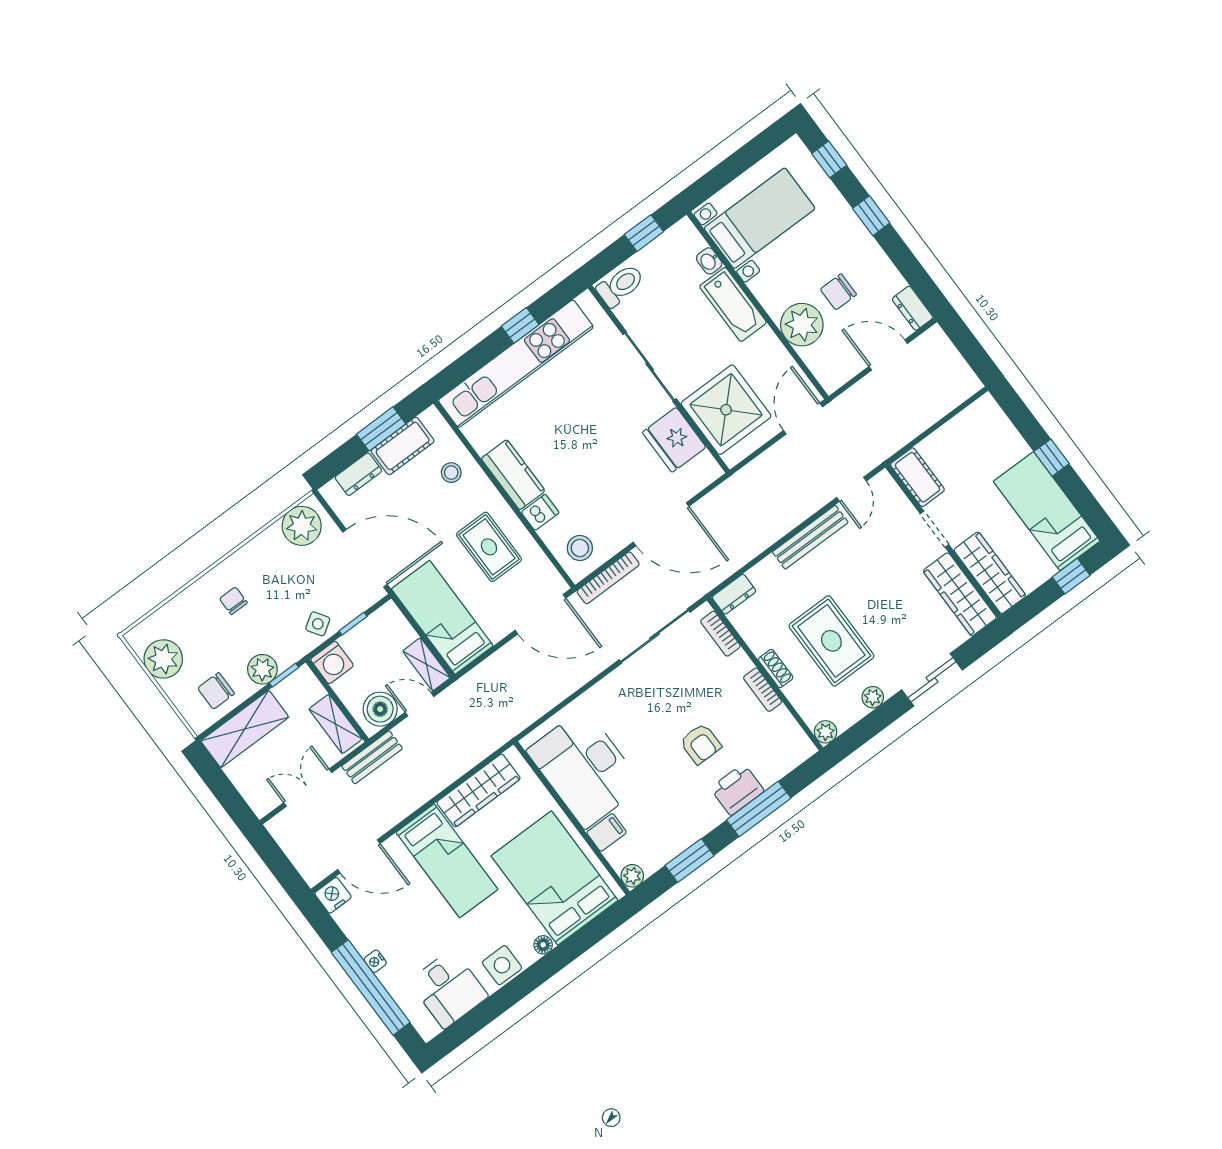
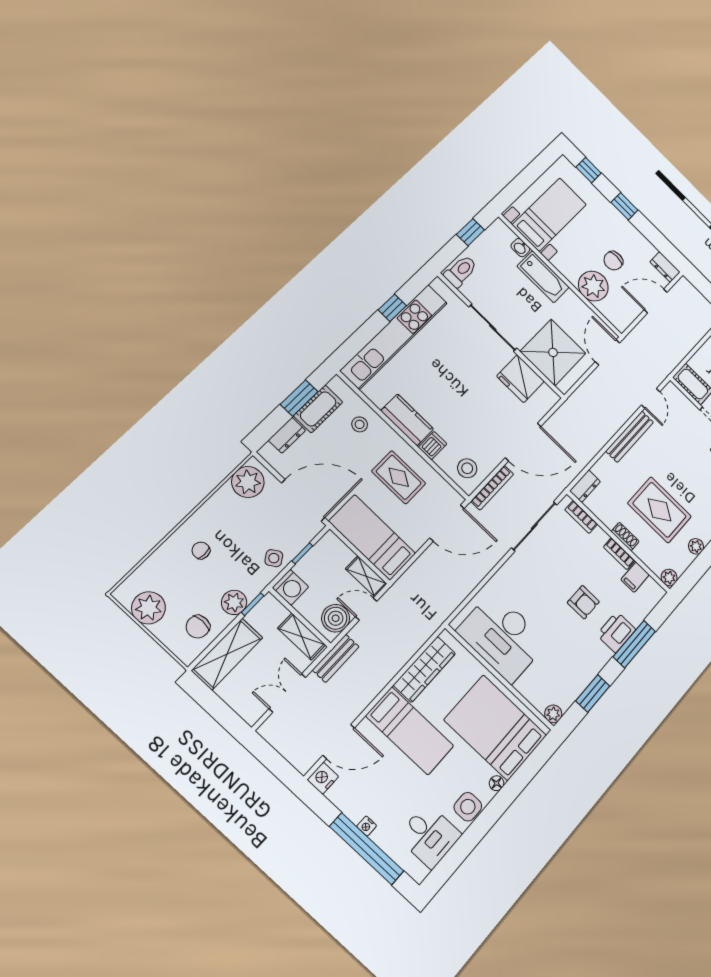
filing cabinet: (607, 832) -> (635, 577), moved, turned 180

